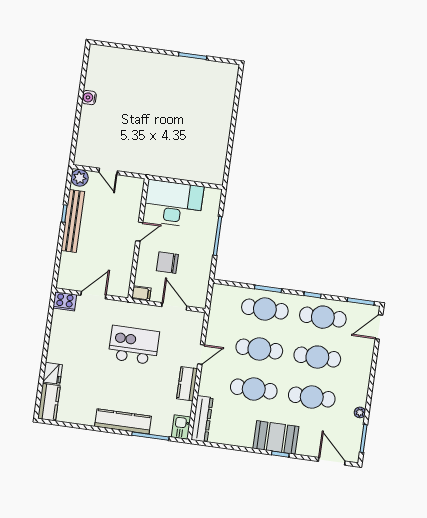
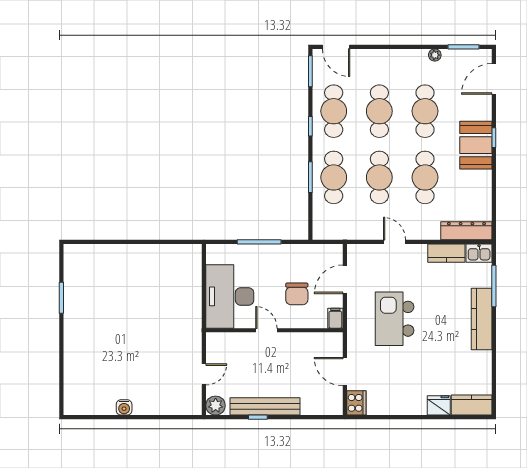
kitchen counter: (187, 384) -> (446, 253), moved

